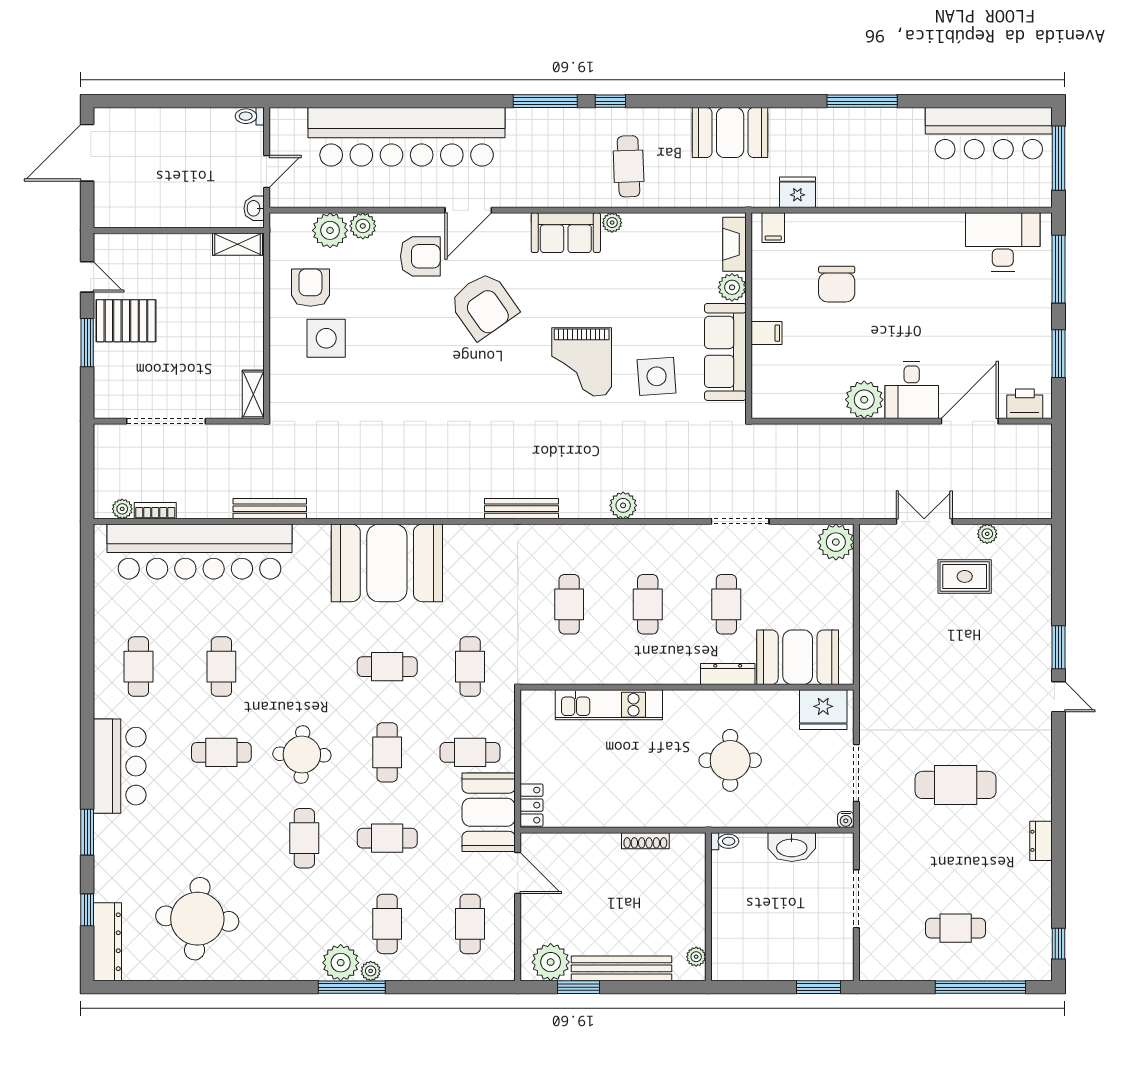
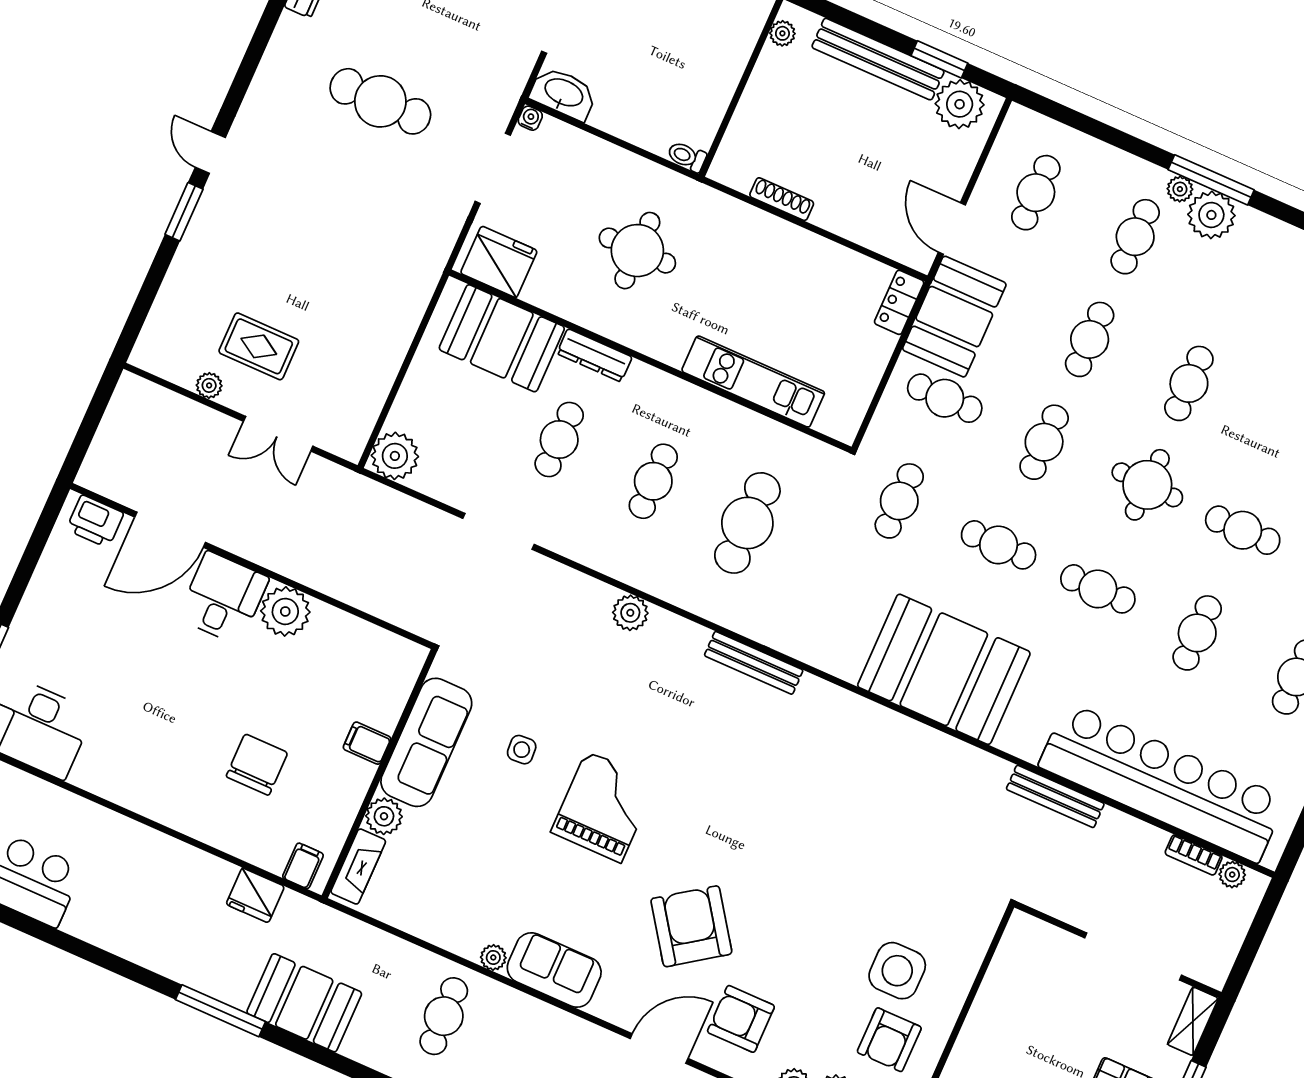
window: (862, 101) -> (220, 1011), moved
window: (1058, 354) -> (28, 563), removed
side table: (657, 376) -> (522, 750), width x0.54, depth x0.54
shelving: (253, 394) -> (1193, 1021), moved
cafe table: (569, 604) -> (747, 523), width x1.37, depth x1.35
cafe table: (304, 667) -> (1098, 589), added
cafe table: (387, 838) -> (1090, 339), turned 90
washbasin: (792, 847) -> (563, 93), moved

